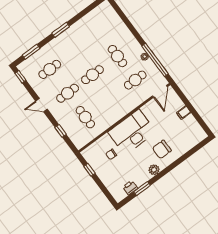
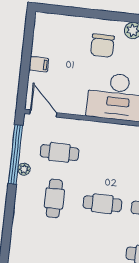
door: (160, 91) -> (43, 113), hinge flipped
chair: (162, 149) -> (102, 45), turned 90

